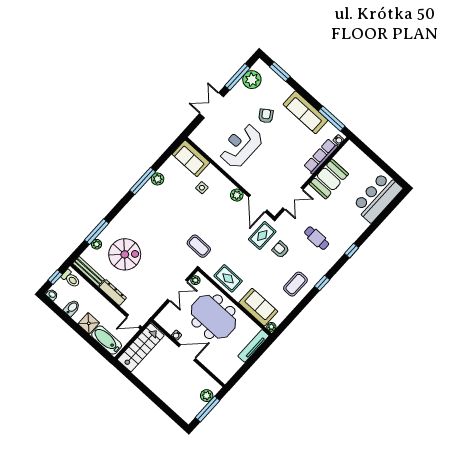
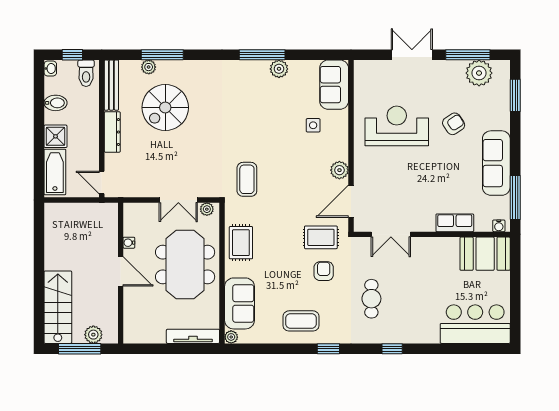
row of seats: (321, 156) -> (455, 223), width x0.68
booth: (329, 179) -> (485, 254), moved
spiral stairs: (125, 254) -> (165, 108), turned 90
stairs: (141, 348) -> (58, 307), moved, turned -90

